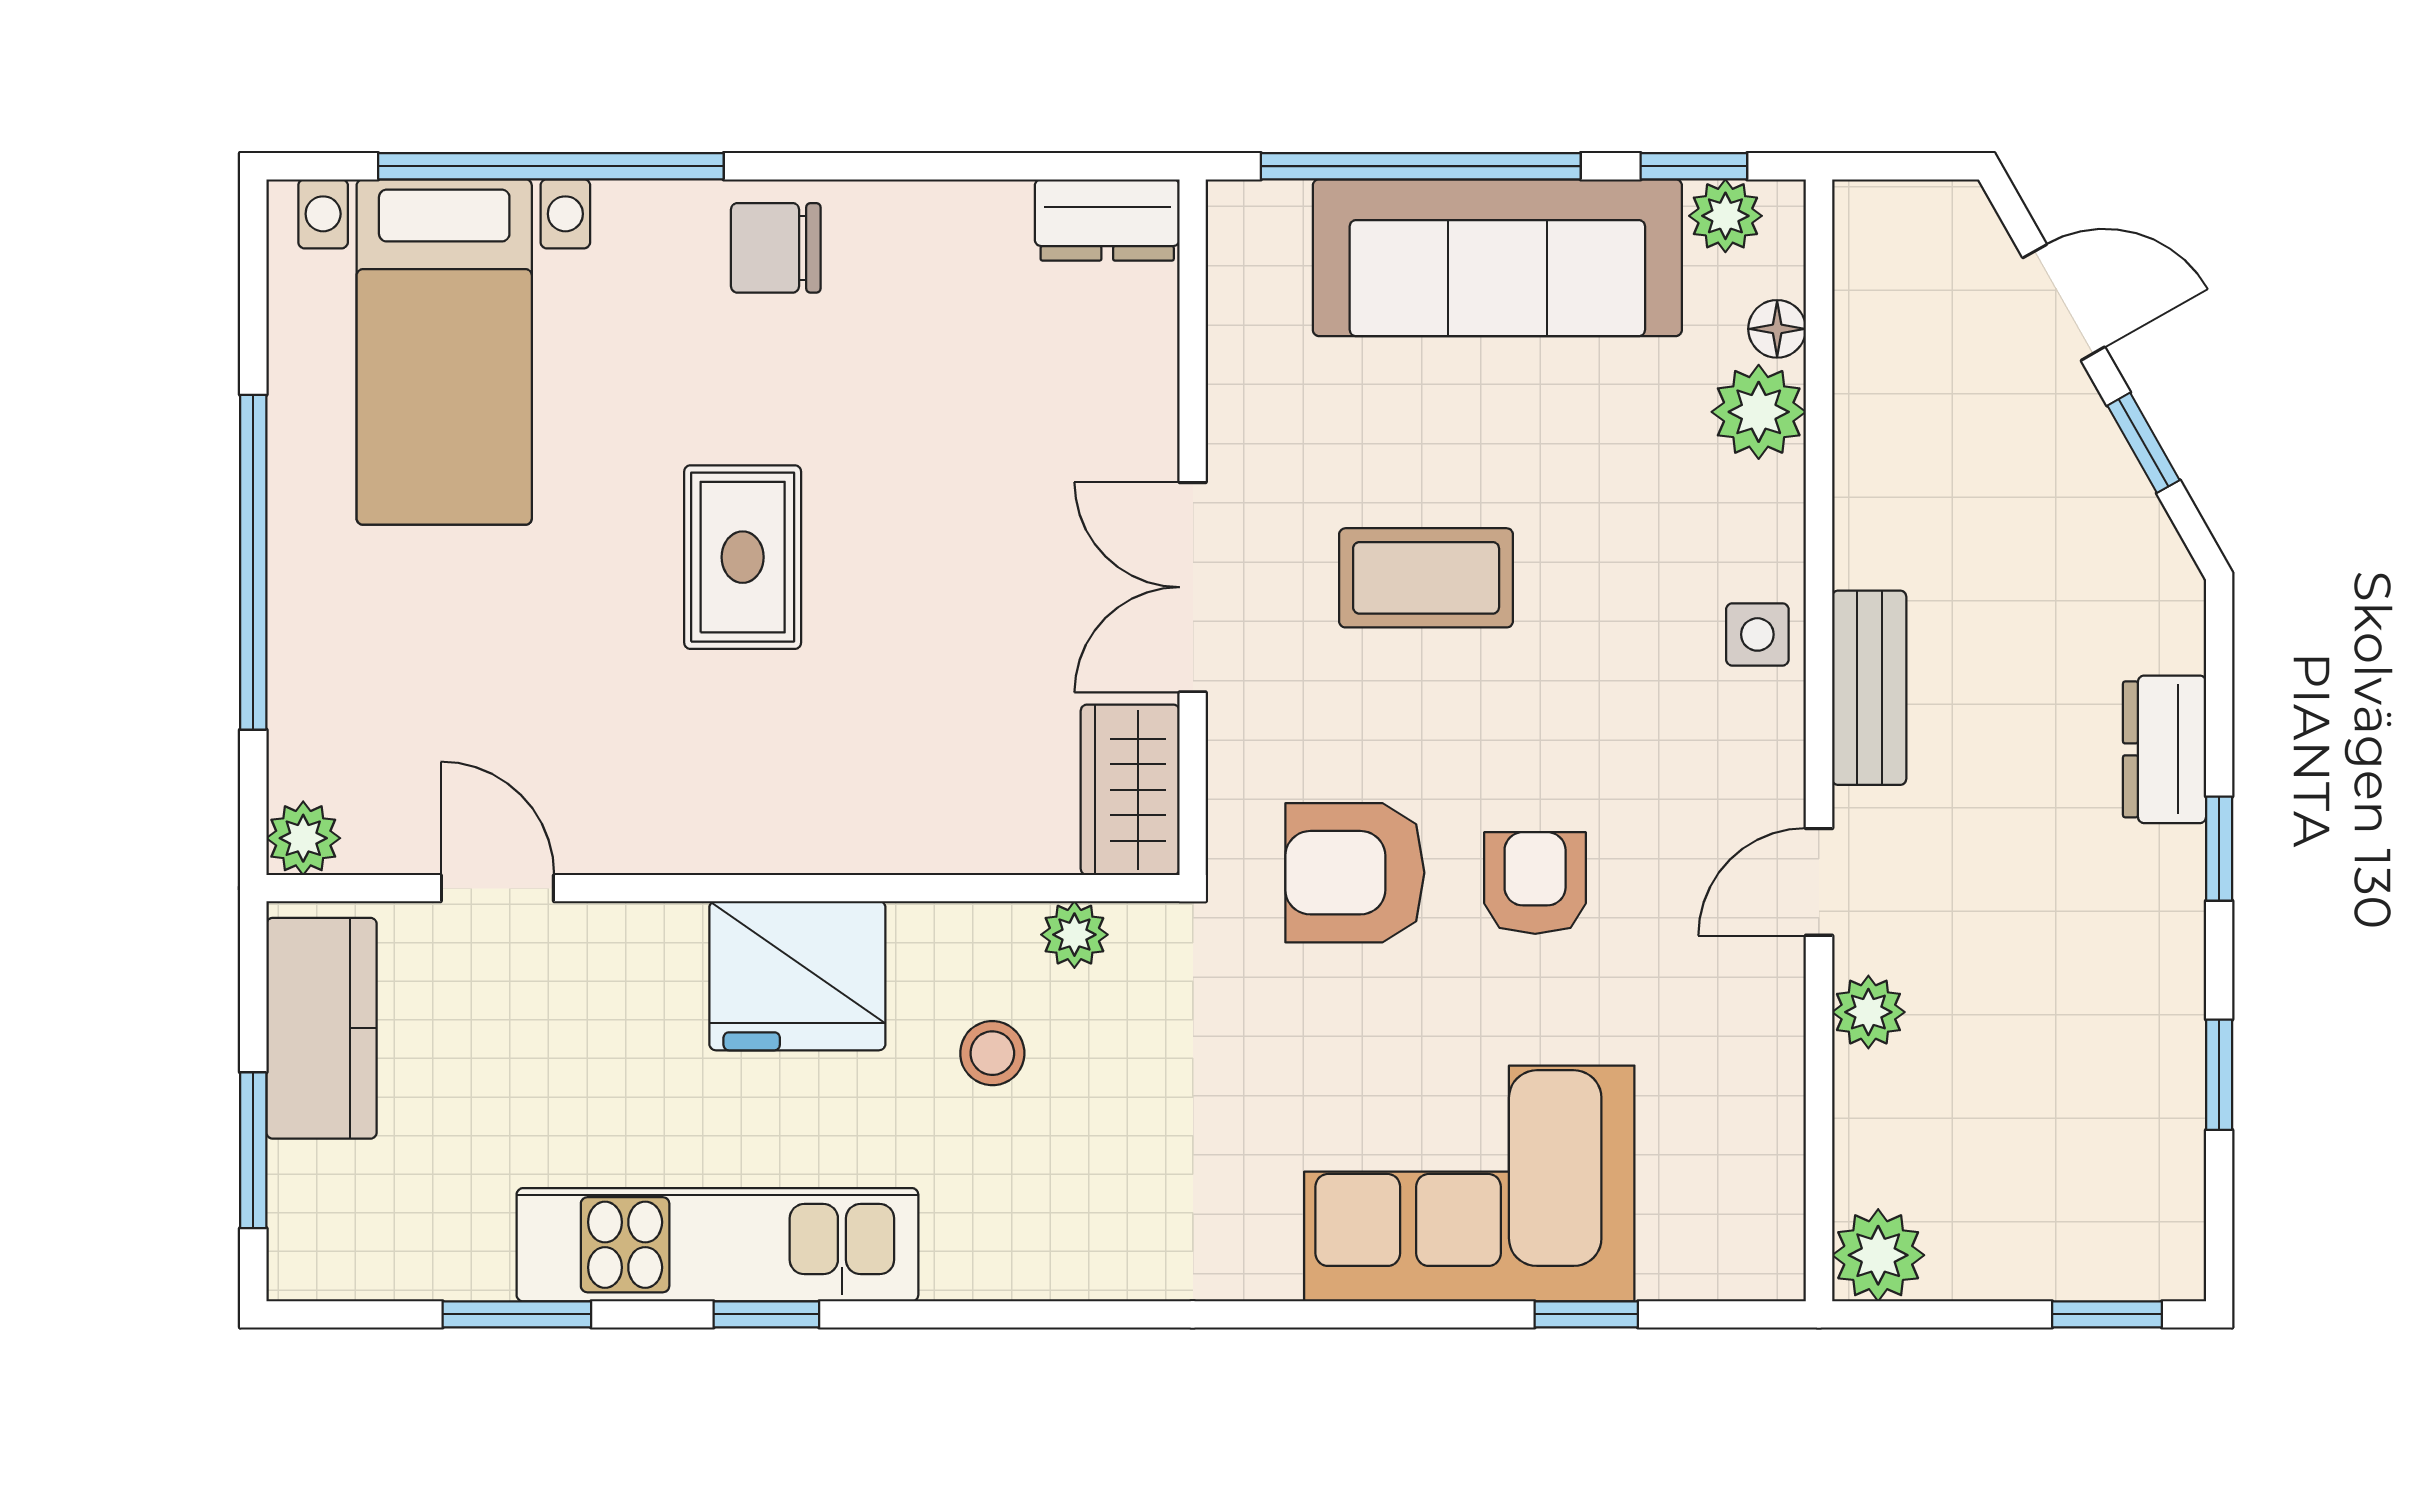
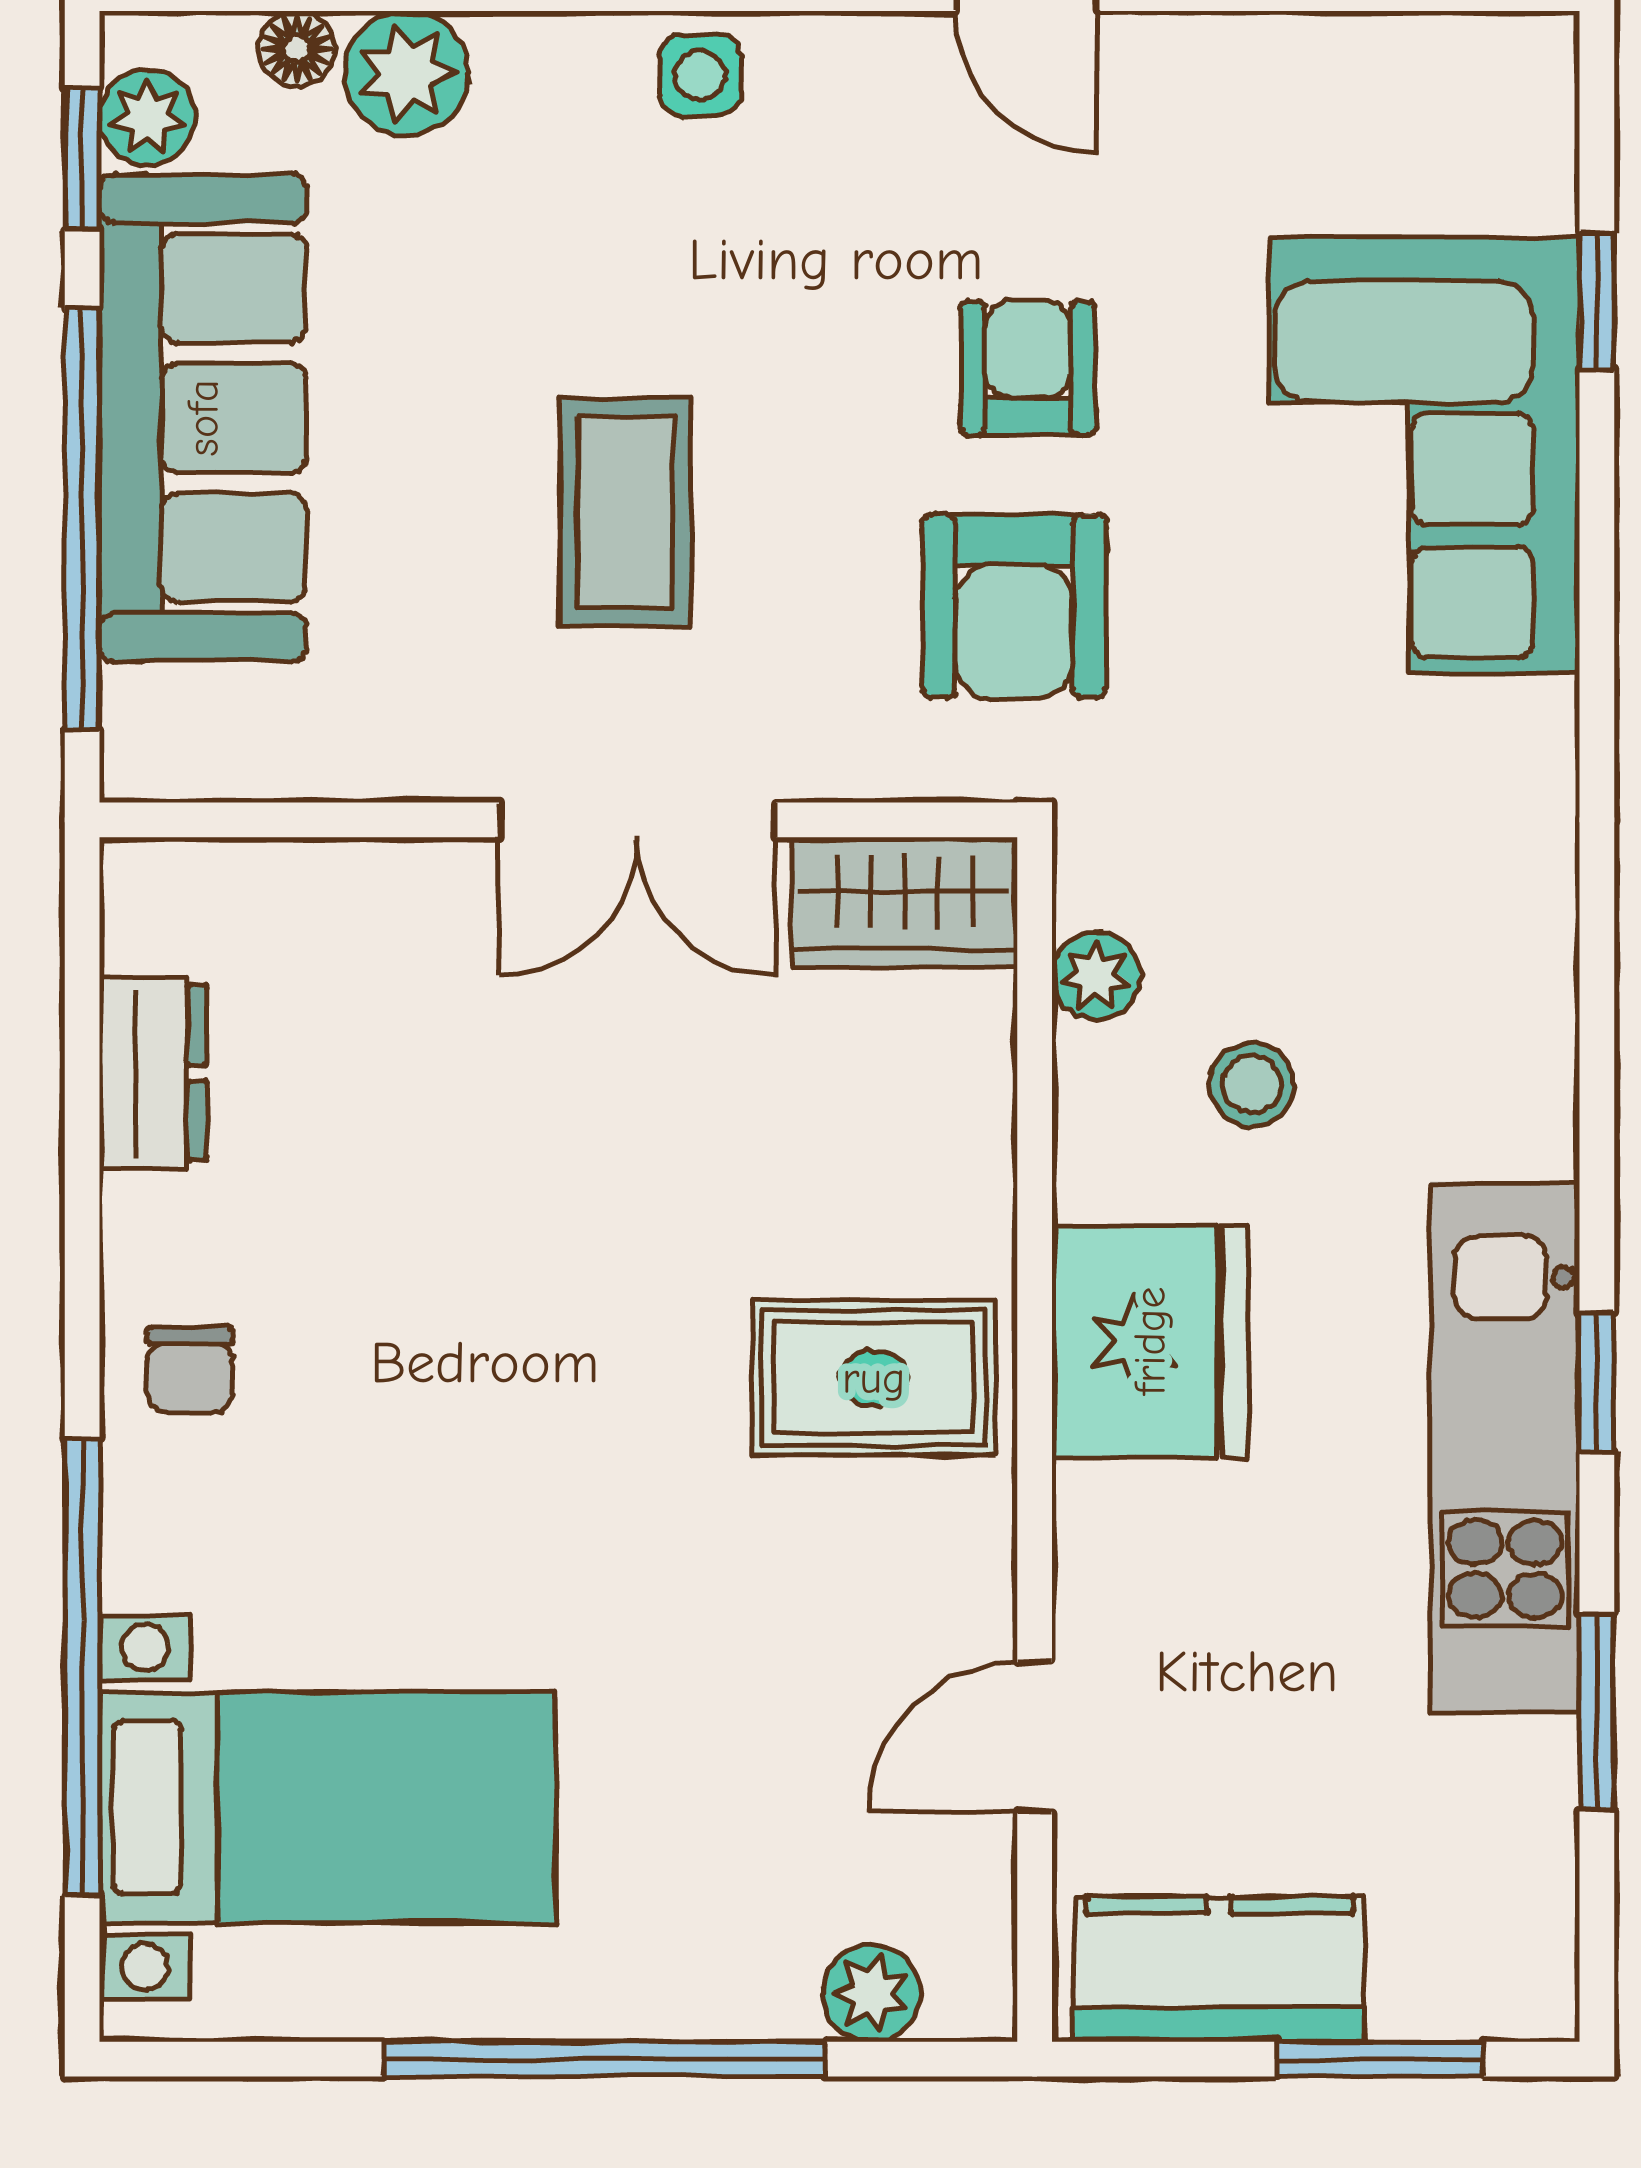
dresser: (1107, 220) -> (153, 1073), moved
chair: (776, 248) -> (190, 1370), width x0.73, depth x0.73
rug: (743, 557) -> (874, 1378), moved
plant: (303, 838) -> (871, 1993), moved
armchair: (1535, 883) -> (1028, 368), turned 90

